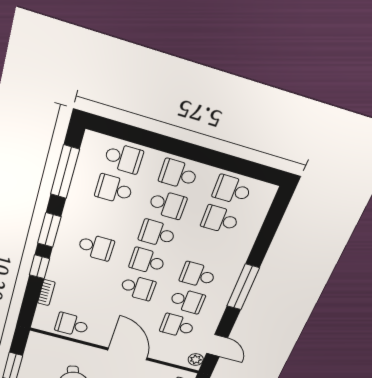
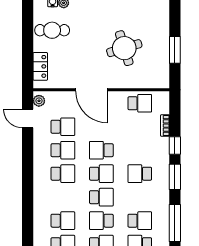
window: (243, 287) -> (28, 174), removed
school desk: (187, 301) -> (63, 150), turned 180

